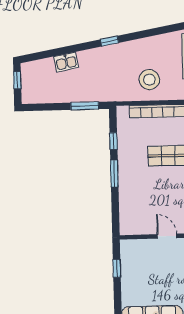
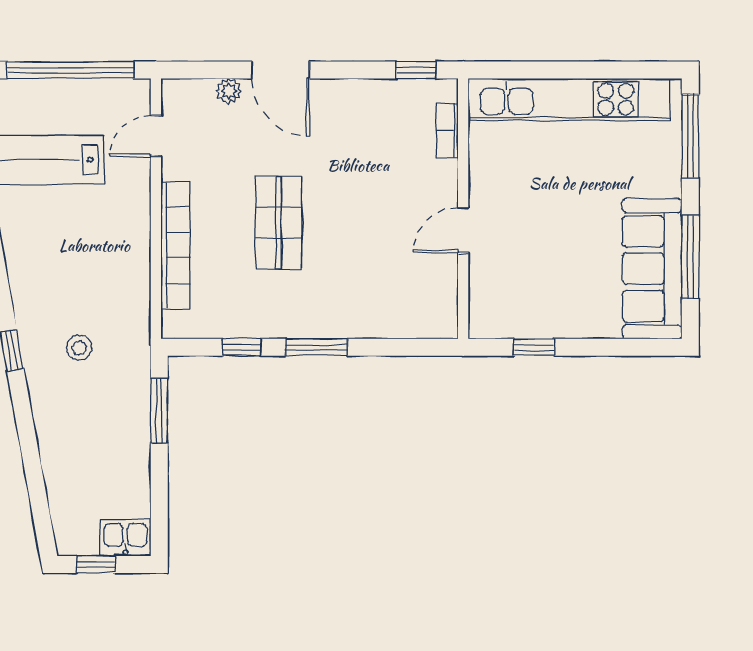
kitchen sink: (66, 62) -> (125, 538), moved, turned -80
stool: (149, 80) -> (79, 348), moved, width x0.53, depth x0.53

